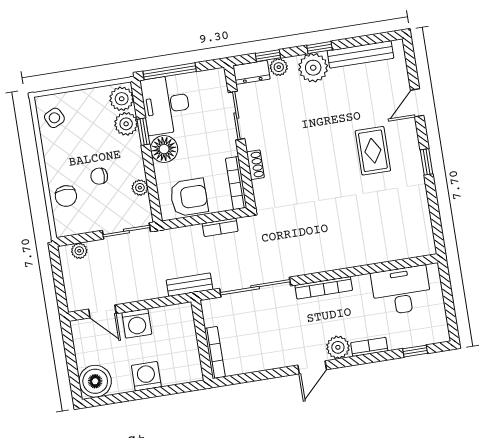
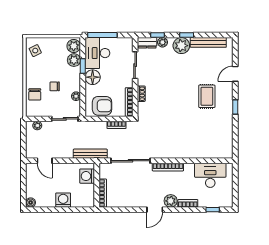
bench: (190, 285) -> (90, 154), width x1.36
washing machine: (137, 323) -> (87, 176), moved, turned 90
boiler: (95, 381) -> (31, 203), width x0.54, depth x0.54

